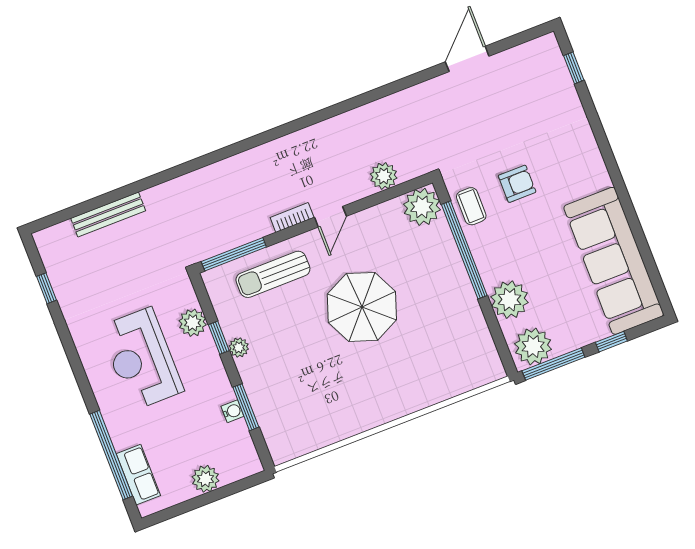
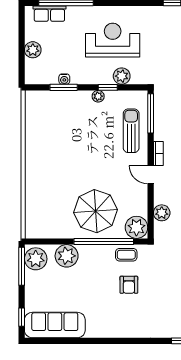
sofa: (614, 261) -> (55, 325), width x0.74, depth x0.79
parasol: (362, 307) -> (96, 211), moved
window: (611, 342) -> (22, 317), moved

